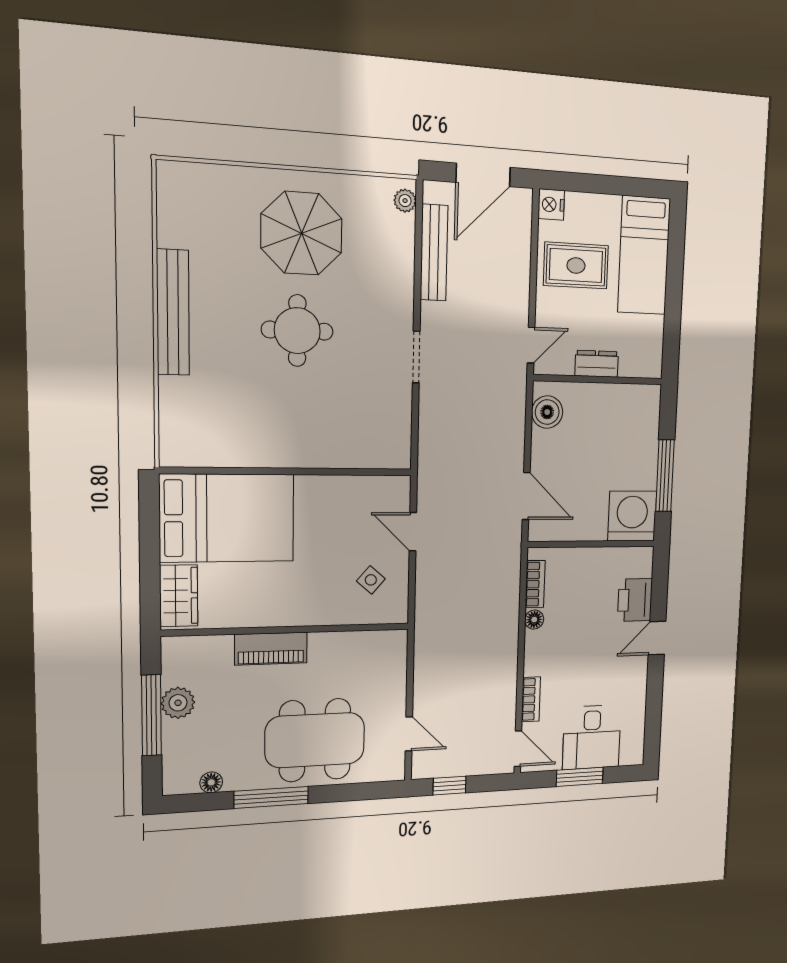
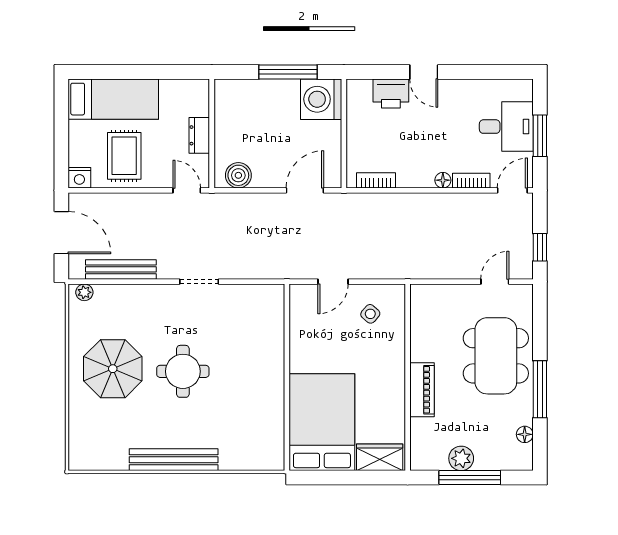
floor lamp: (534, 620) -> (443, 180), moved

